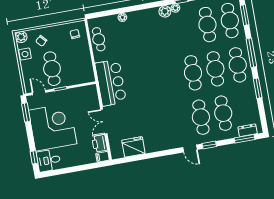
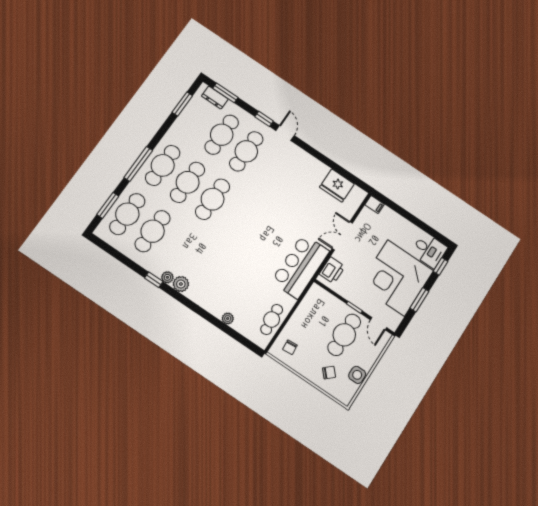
plant: (21, 37) -> (345, 396), removed
window: (258, 88) -> (182, 104), moved
window: (26, 112) -> (419, 300), moved
double door: (104, 122) -> (342, 236), swing flipped
printer: (100, 143) -> (332, 270), moved

